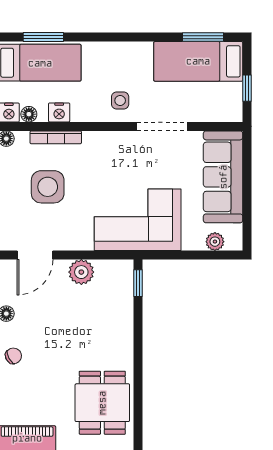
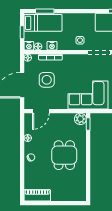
plant: (81, 272) -> (80, 119), moved
dining table: (102, 403) -> (64, 155), moved

